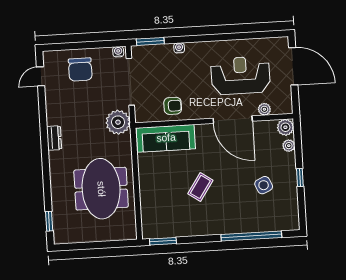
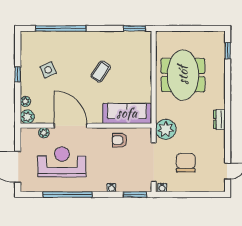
window: (232, 37) -> (67, 195), added
chair: (80, 69) -> (186, 163), moved
reception desk: (240, 75) -> (62, 162), turned 180

